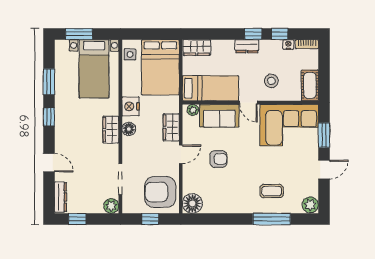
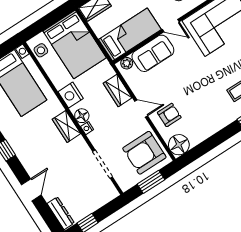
nightstand: (127, 142) -> (87, 128), added
door: (181, 154) -> (141, 108), hinge flipped
armchair: (218, 159) -> (169, 115), moved
door: (49, 163) -> (31, 190), hinge flipped
plant: (111, 206) -> (110, 192), removed
window: (150, 219) -> (151, 182), width x1.50

